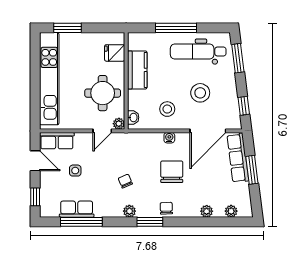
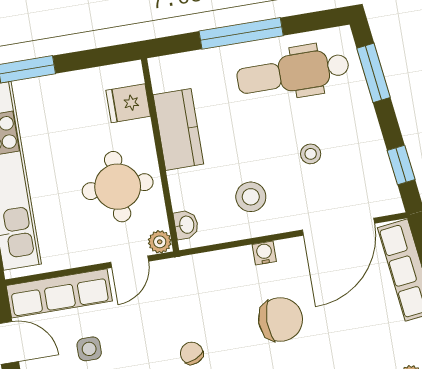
stool: (200, 93) -> (311, 154), width x0.53, depth x0.53
row of seats: (57, 141) -> (59, 293), width x1.48
chair: (172, 172) -> (280, 319), turned 90

